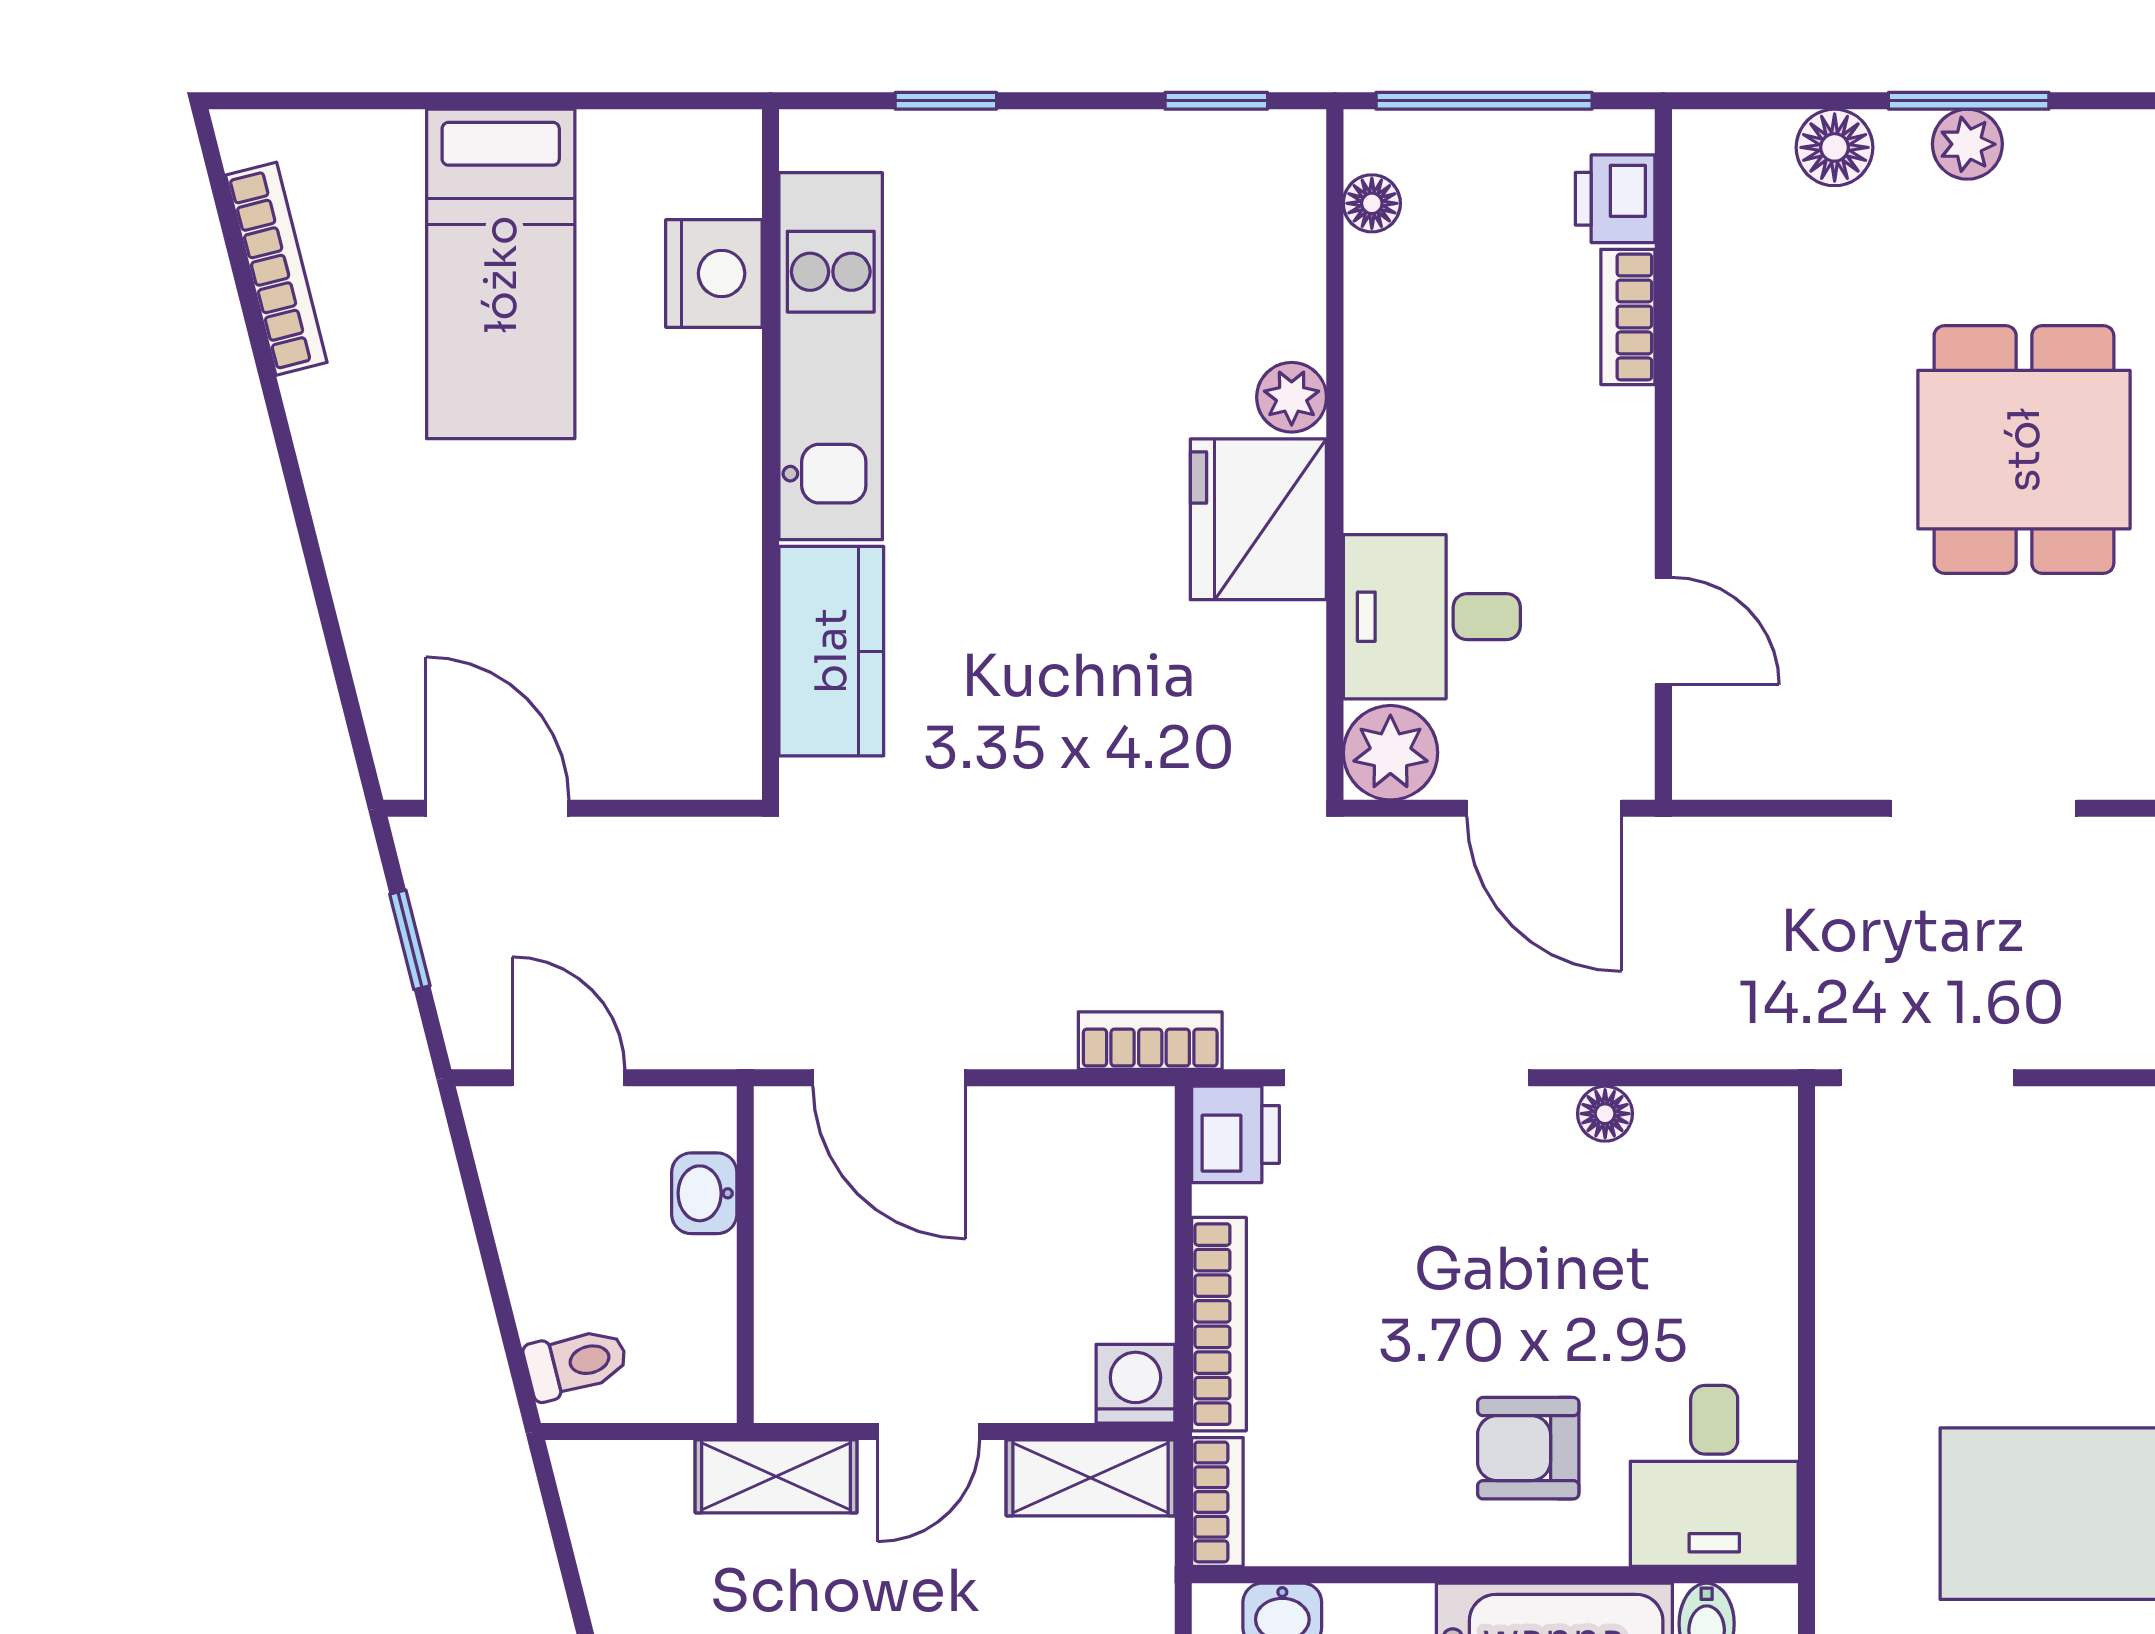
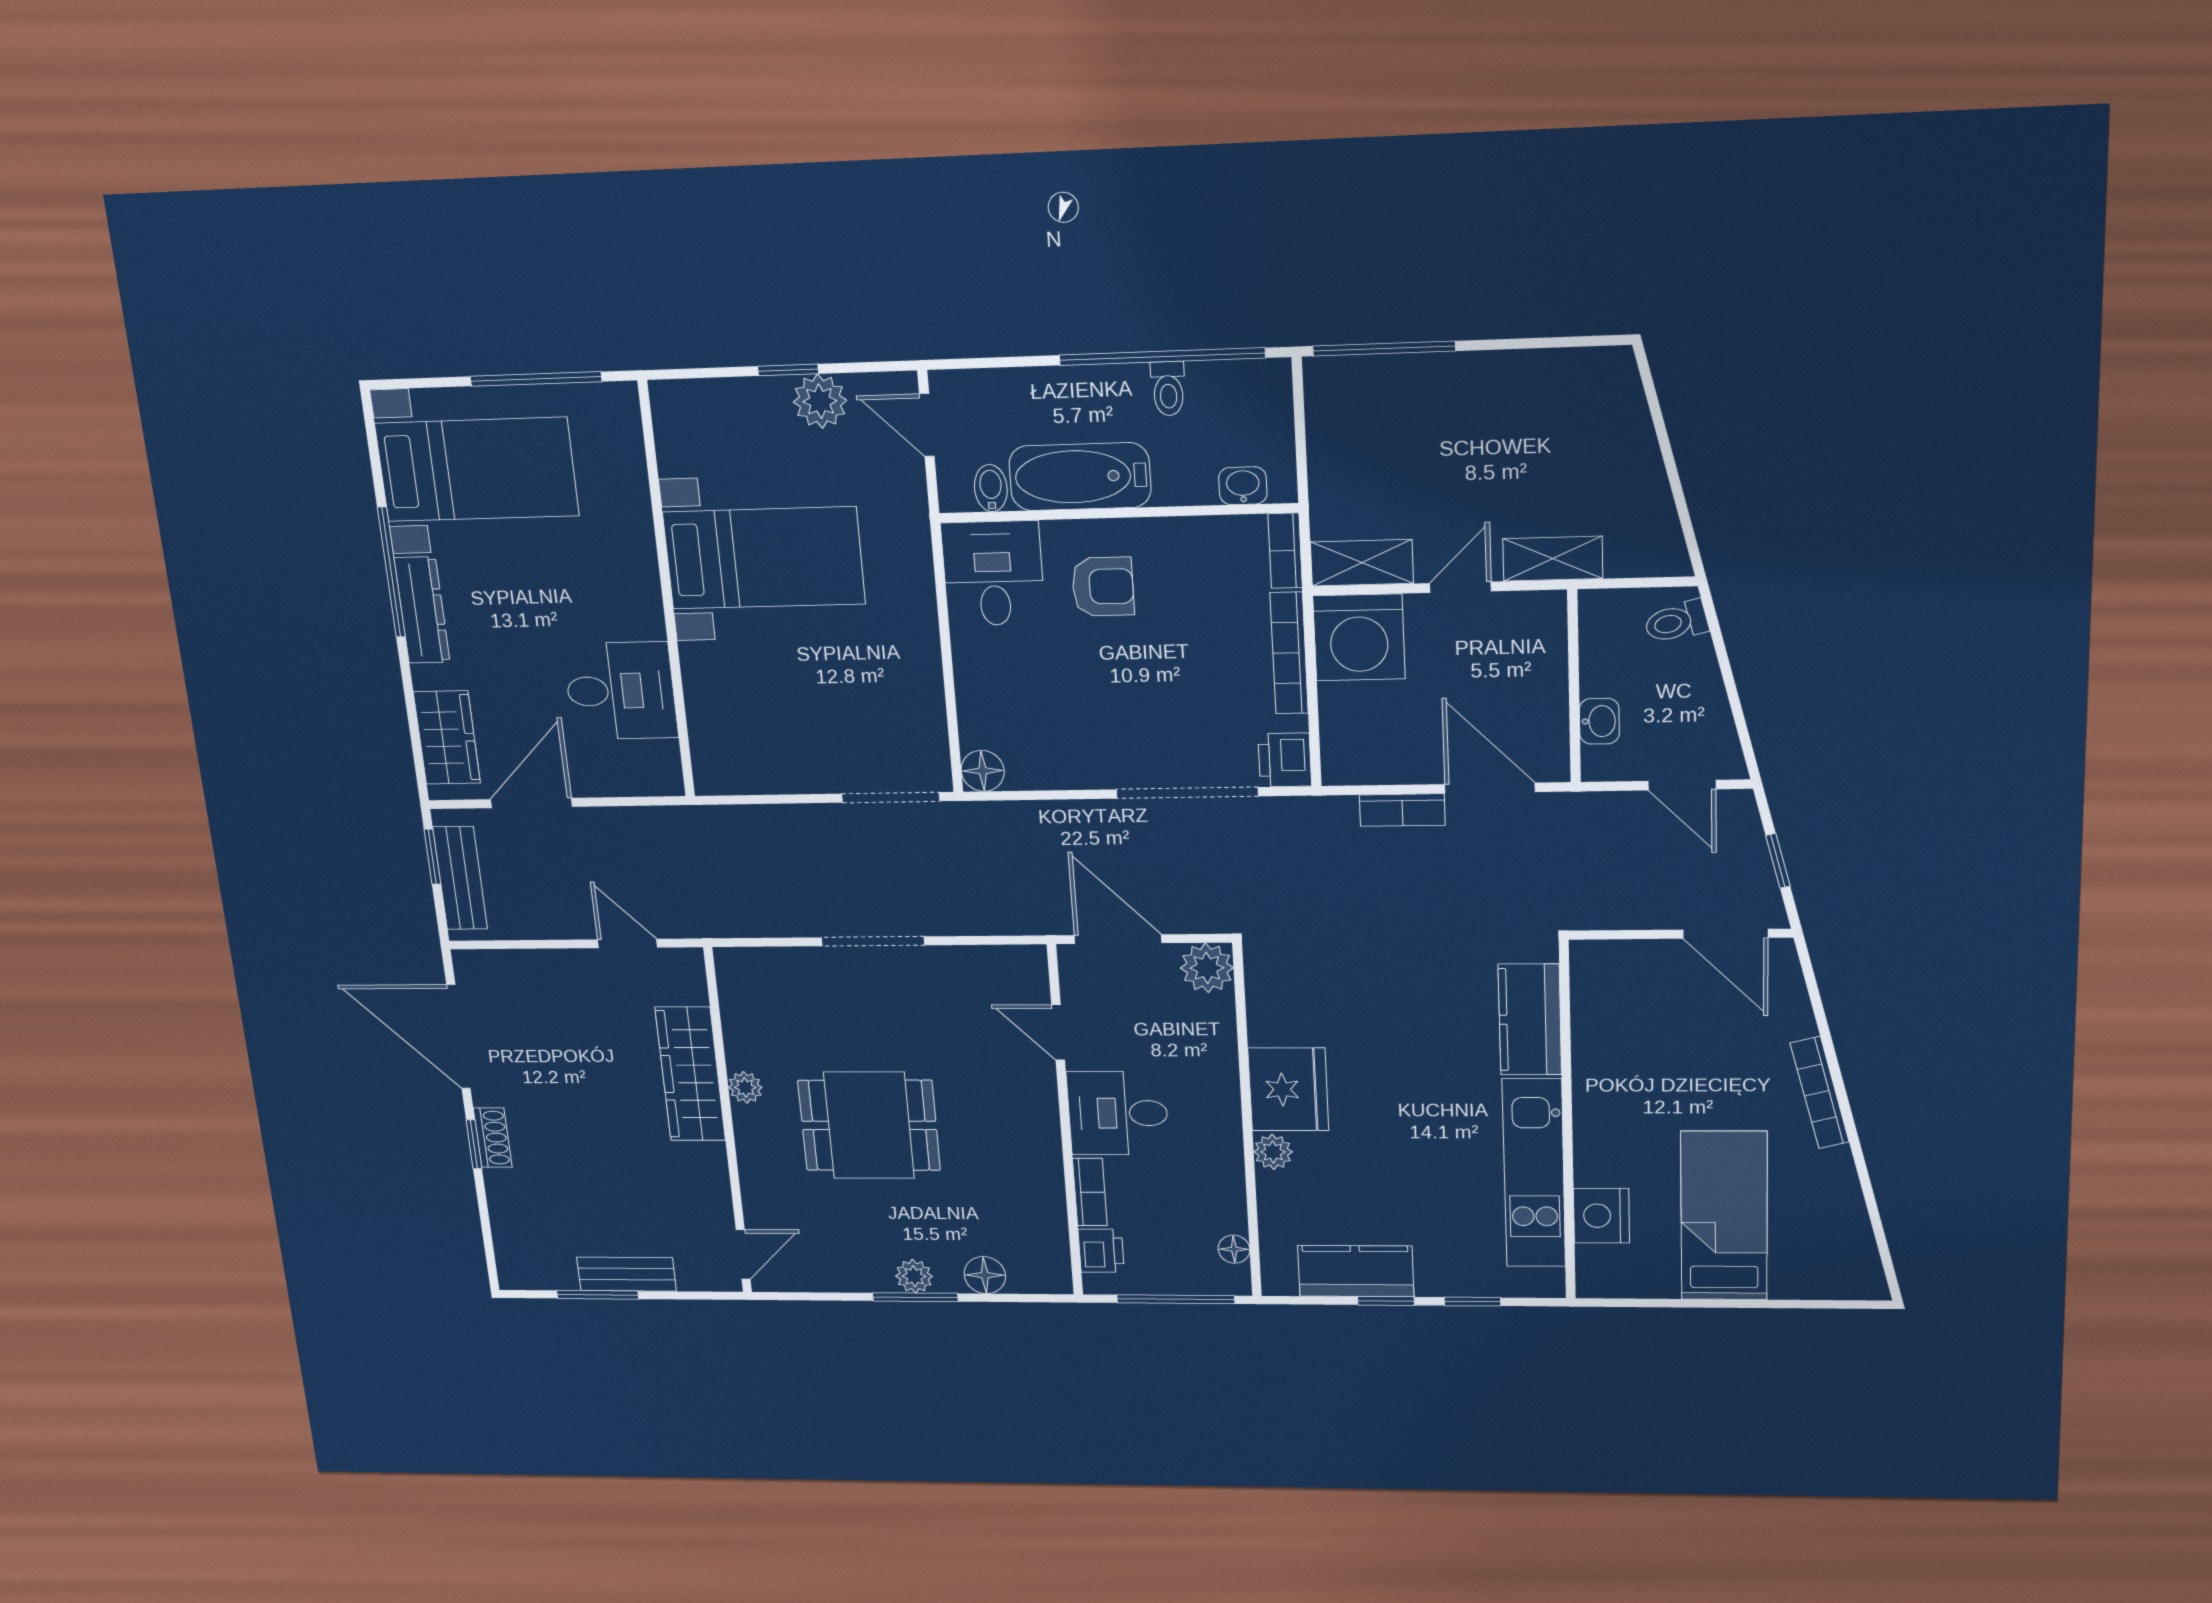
window: (1216, 101) -> (1386, 1301), moved
kitchen counter: (1153, 161) -> (1356, 1271), added
bookcase: (276, 269) -> (1820, 1093), moved
dining table: (2024, 450) -> (869, 1125), turned 90
desk: (1432, 617) -> (1118, 1113), moved, turned 180
bookcase: (1150, 1041) -> (1402, 810), moved
floor lamp: (1605, 1114) -> (983, 771), moved, width x1.37, depth x1.37
washing machine: (1135, 1384) -> (1359, 637), width x1.89, depth x1.89

